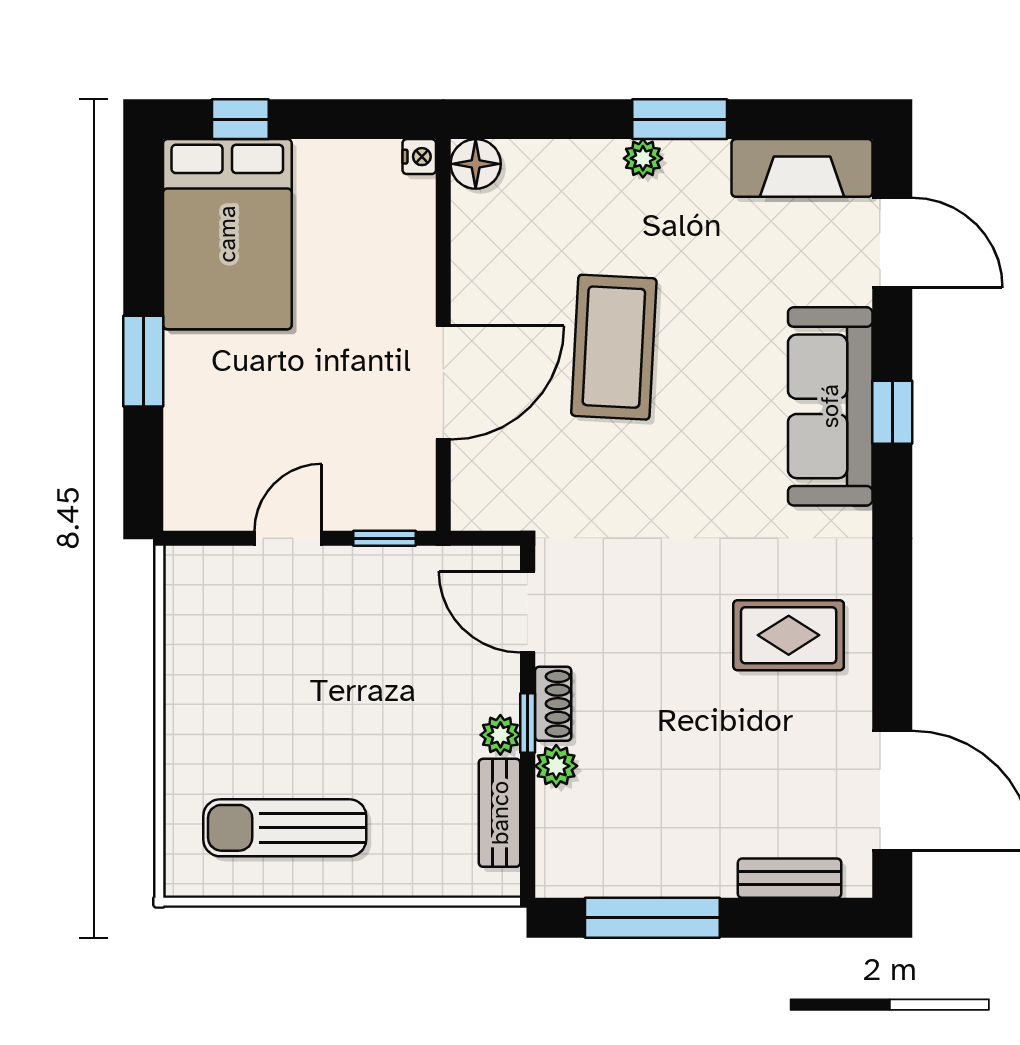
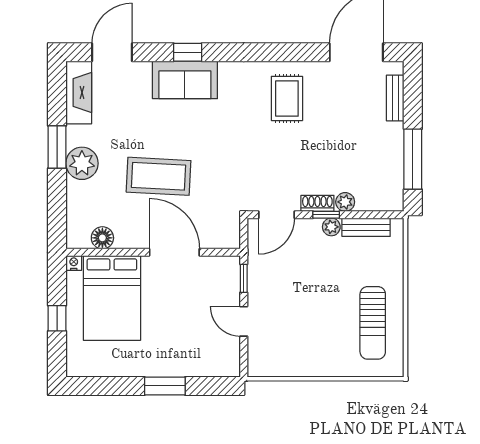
window: (240, 119) -> (57, 318), moved
plant: (643, 158) -> (82, 163), width x1.87, depth x1.87
floor lamp: (476, 164) -> (102, 238), moved
bed: (227, 234) -> (112, 298), moved, turned 90
sofa: (830, 406) -> (185, 80), width x0.73

